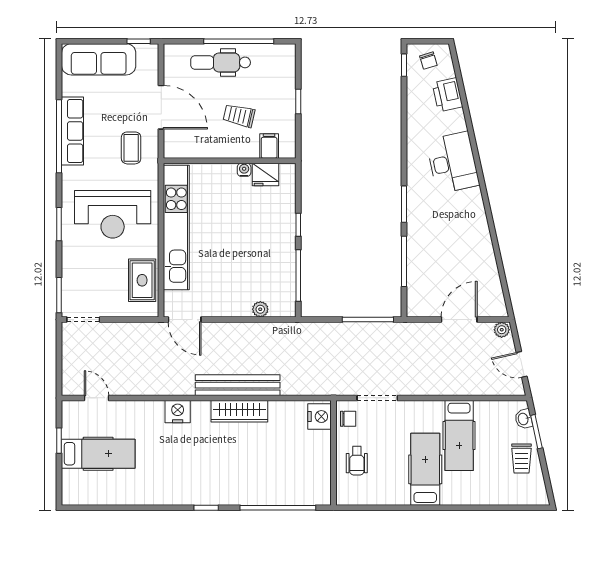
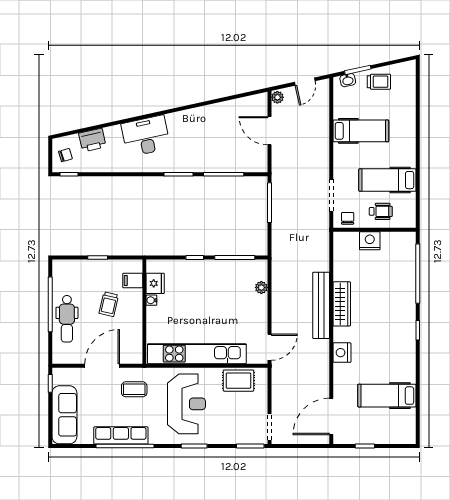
door: (97, 398) -> (331, 416), width x1.88
nightstand: (320, 417) -> (370, 241), moved
hospital bed: (98, 454) -> (387, 396), moved, turned -90
hospital bed: (425, 469) -> (387, 180), moved

